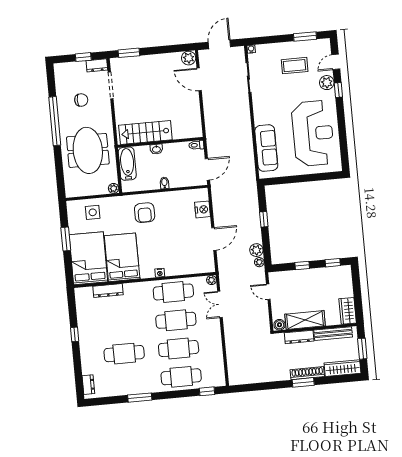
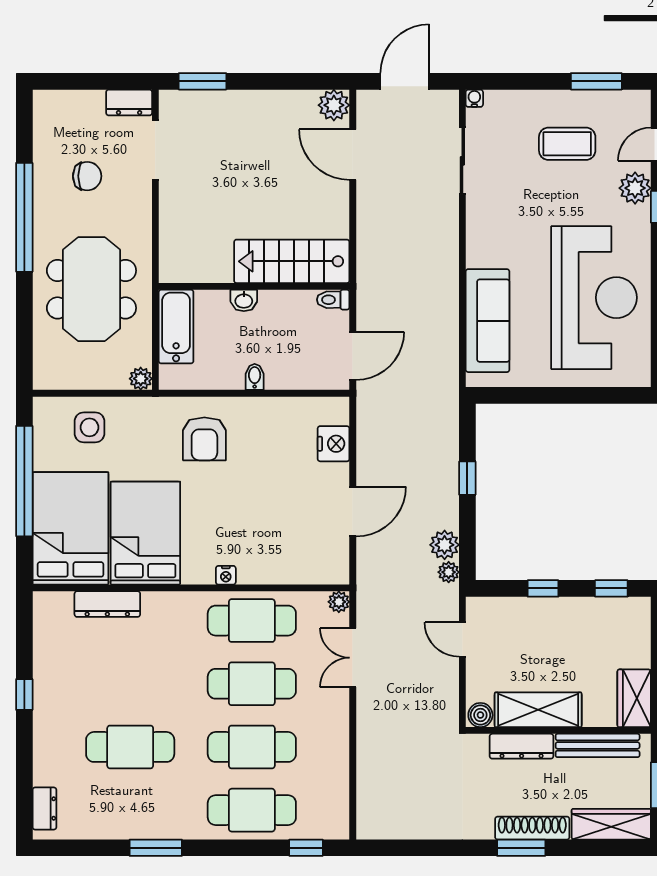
window: (83, 57) -> (101, 81), removed
stairs: (145, 132) -> (292, 261), moved
window: (66, 239) -> (24, 481), width x2.11

